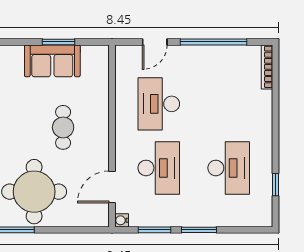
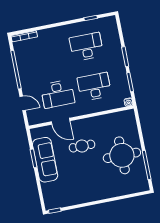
sofa: (52, 61) -> (45, 160), width x1.36
door: (112, 187) -> (61, 121), moved

